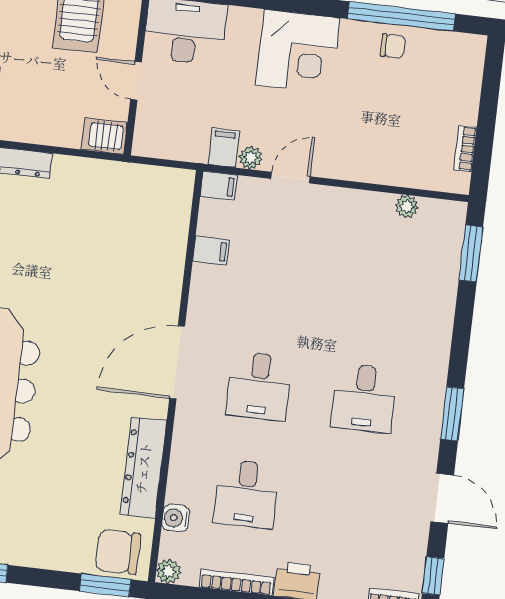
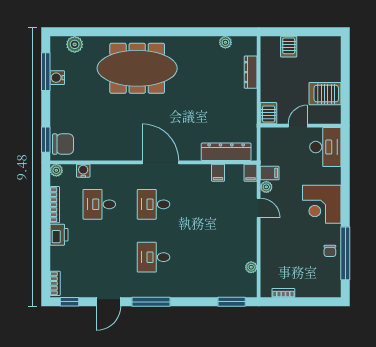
window: (452, 414) -> (151, 302), width x1.44
dresser: (143, 468) -> (226, 152), moved
chair: (118, 552) -> (63, 144), turned 90

